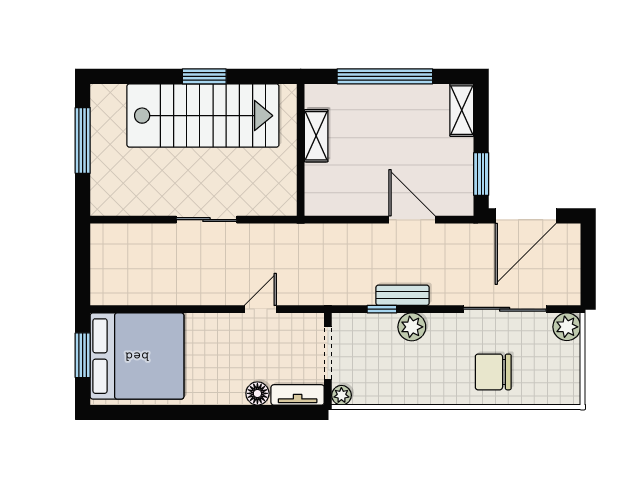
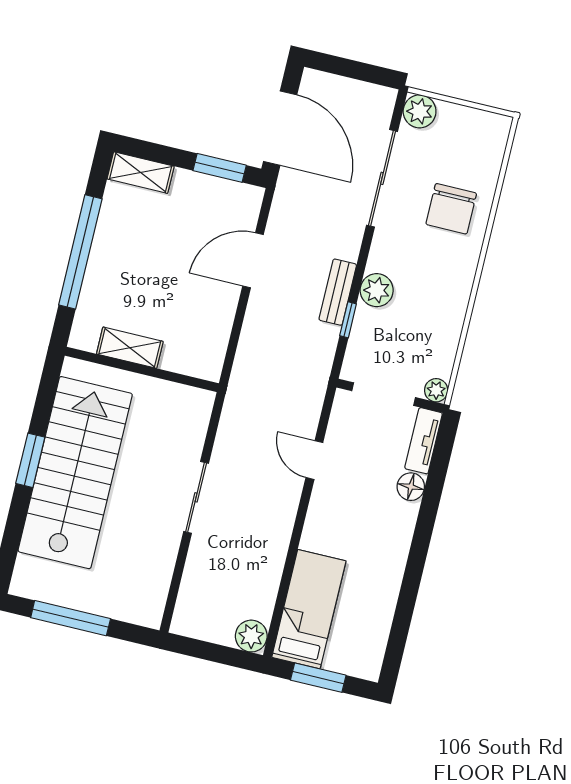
plant: (104, 292) -> (251, 636), added
bed: (137, 356) -> (309, 609), width x0.49

